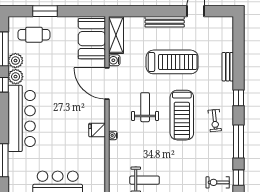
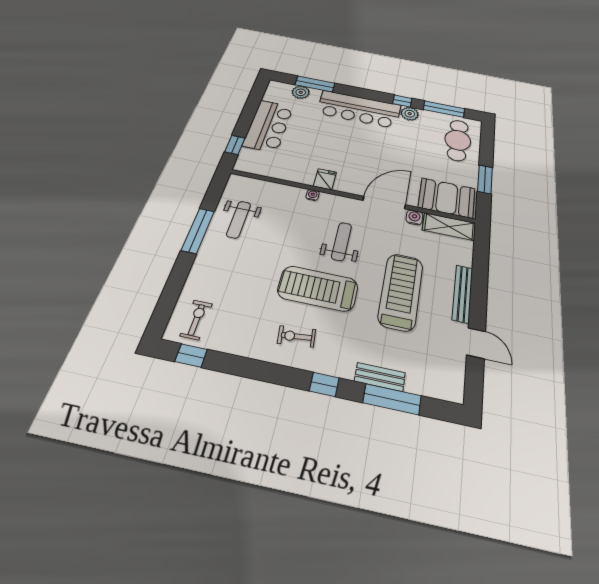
window: (45, 11) -> (485, 179), moved
cafe table: (34, 35) -> (458, 140), width x1.37, depth x1.35
plant: (15, 61) -> (301, 92), moved
treadmill: (172, 62) -> (401, 291), turned 180
weight bench: (145, 107) -> (342, 241), turned -90
window: (238, 141) -> (392, 399), moved

